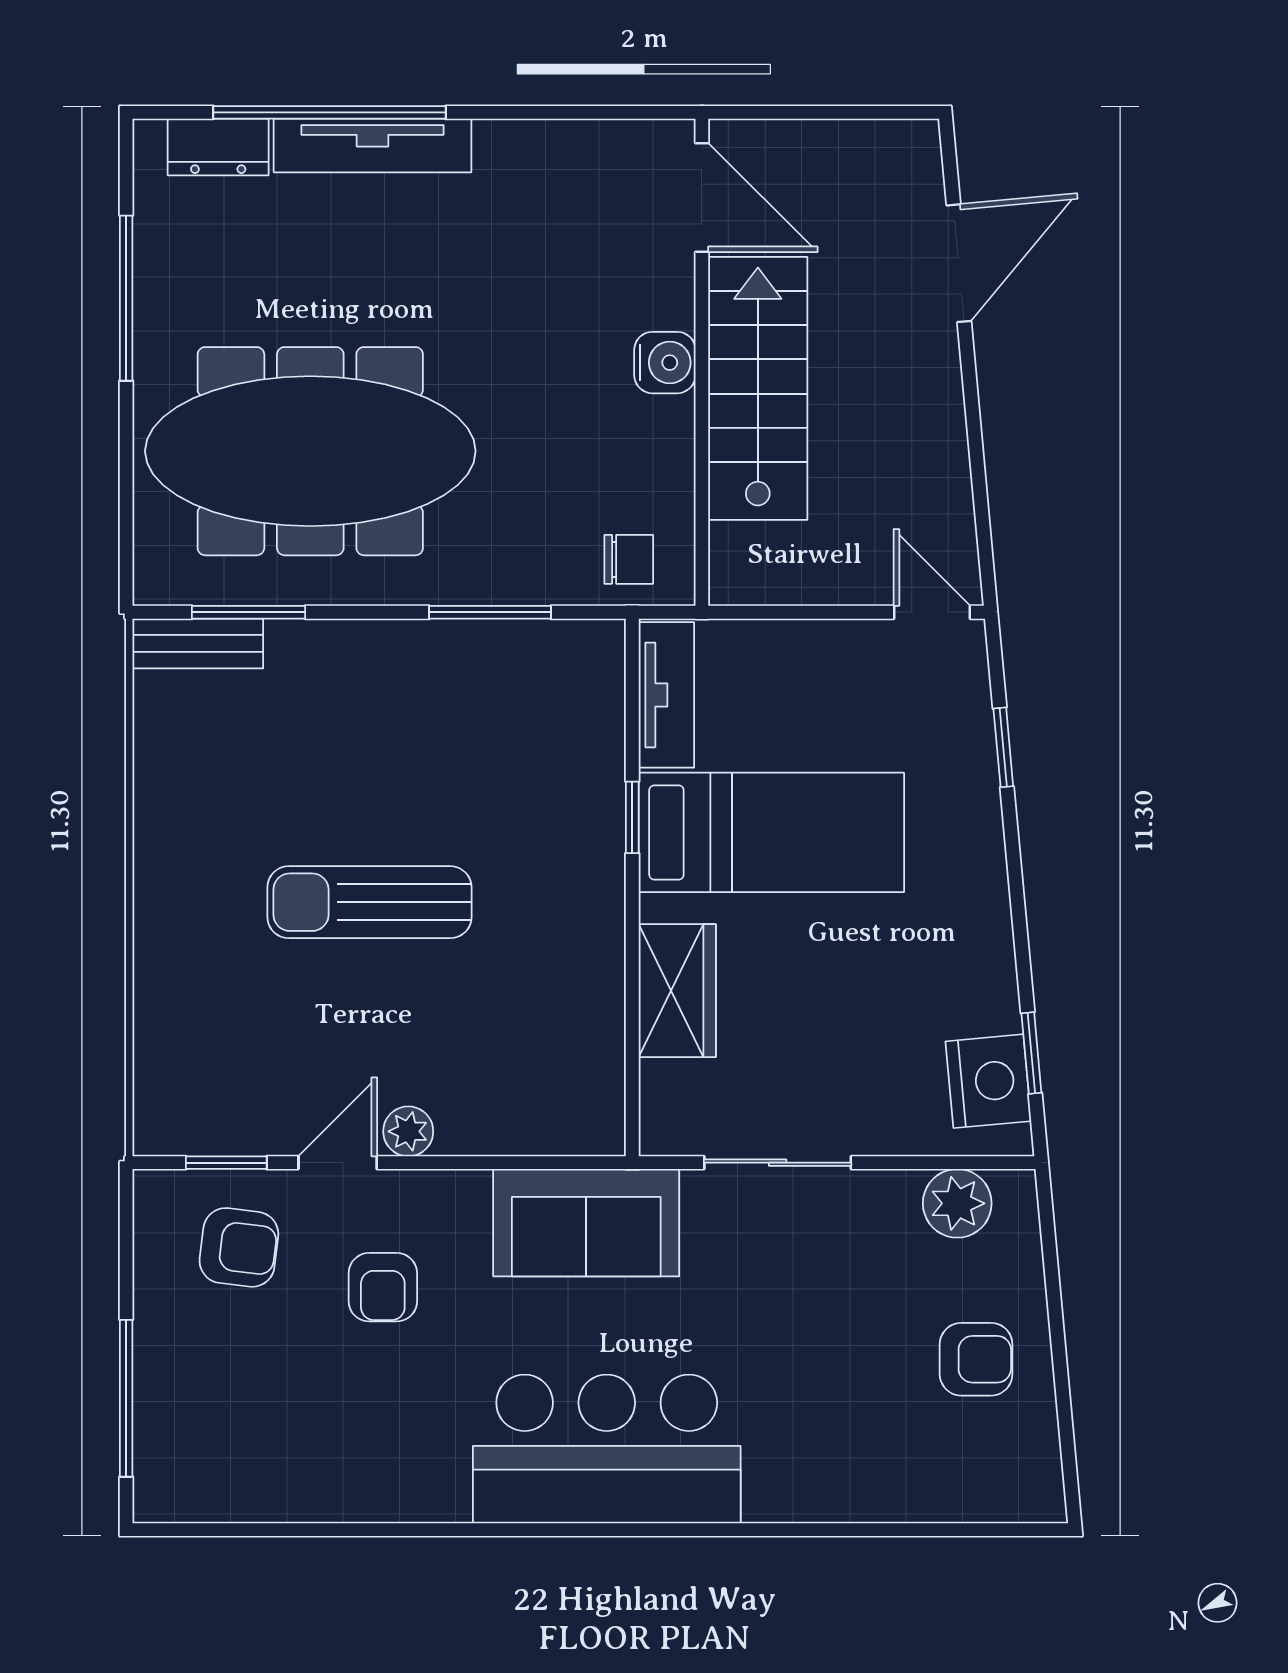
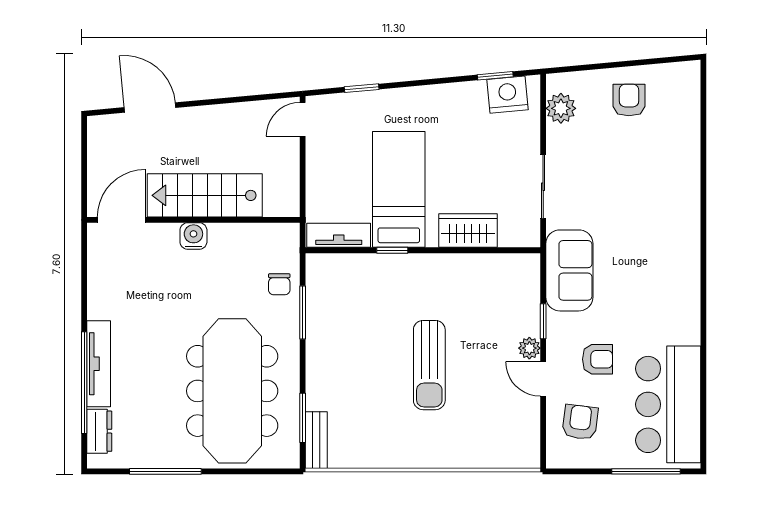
chair: (629, 559) -> (279, 284), moved, turned 180
window: (226, 1163) -> (543, 321), moved
bar counter: (607, 1449) -> (668, 404), moved

